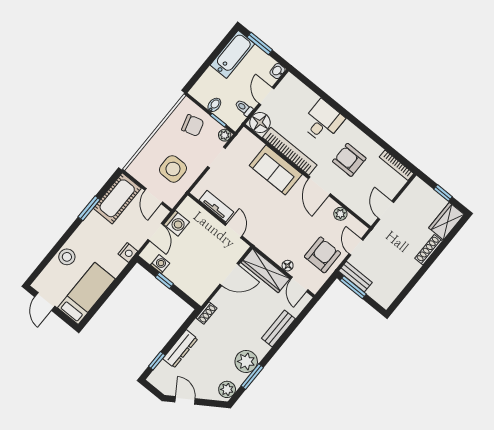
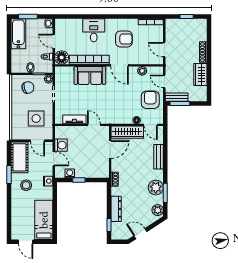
armchair: (349, 160) -> (124, 39), turned 180
wardrobe: (446, 221) -> (200, 74), moved
stool: (67, 257) -> (26, 185), moved

